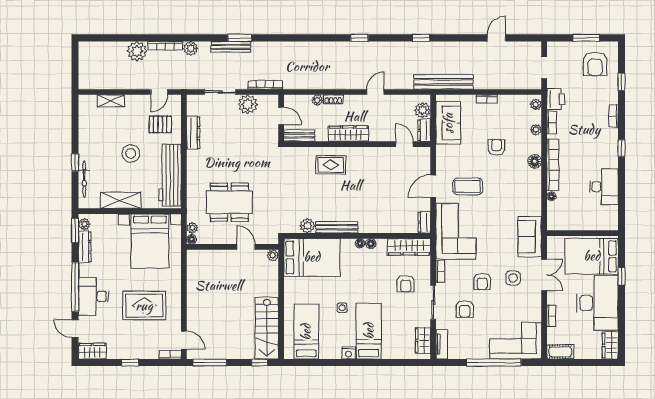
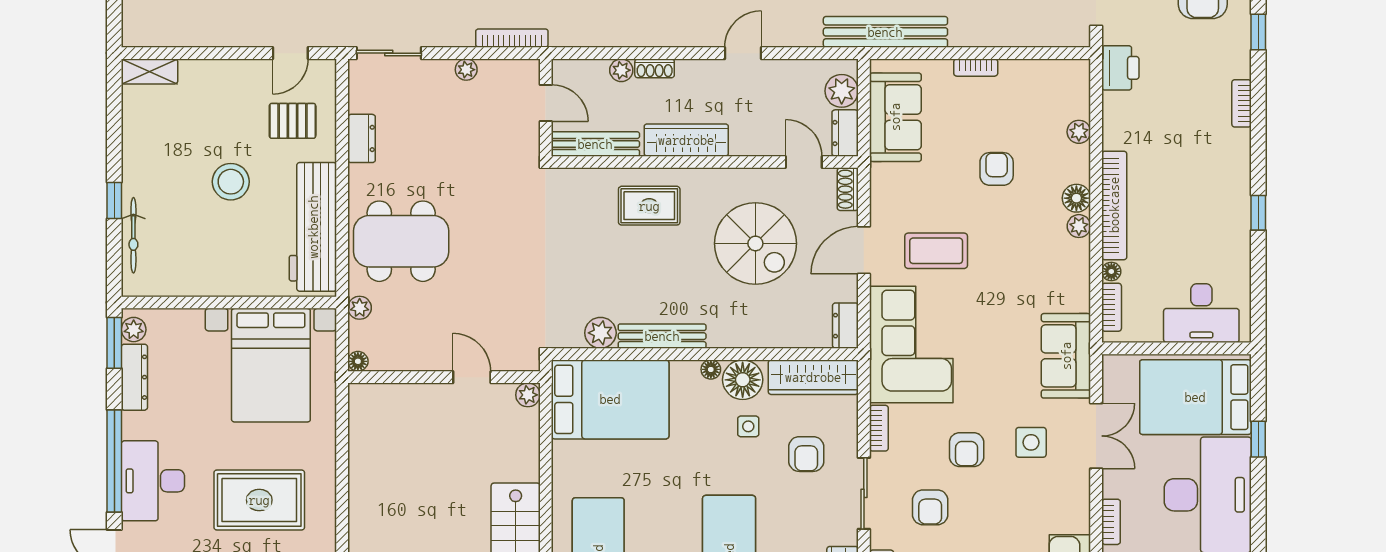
sliding door: (220, 92) -> (389, 53), moved
shelving: (111, 101) -> (149, 71), moved
plant: (248, 104) -> (466, 70), width x0.53, depth x0.53
plant: (536, 104) -> (1079, 226), moved
bookcase: (552, 122) -> (1112, 307), moved
dresser: (193, 133) -> (362, 138), width x0.70
bench: (299, 135) -> (595, 144), width x1.36
window: (622, 148) -> (1258, 213), moved
shoe rack: (426, 157) -> (848, 189), added
spiral stairs: (381, 183) -> (755, 243), added
desk: (604, 187) -> (1201, 313), moved, turned 90
shelving: (121, 200) -> (210, 280), removed
dining table: (229, 202) -> (401, 241), moved
plant: (192, 228) -> (360, 308), moved
floor lamp: (371, 244) -> (743, 380), width x1.89, depth x1.89
side table: (342, 308) -> (748, 426), moved

